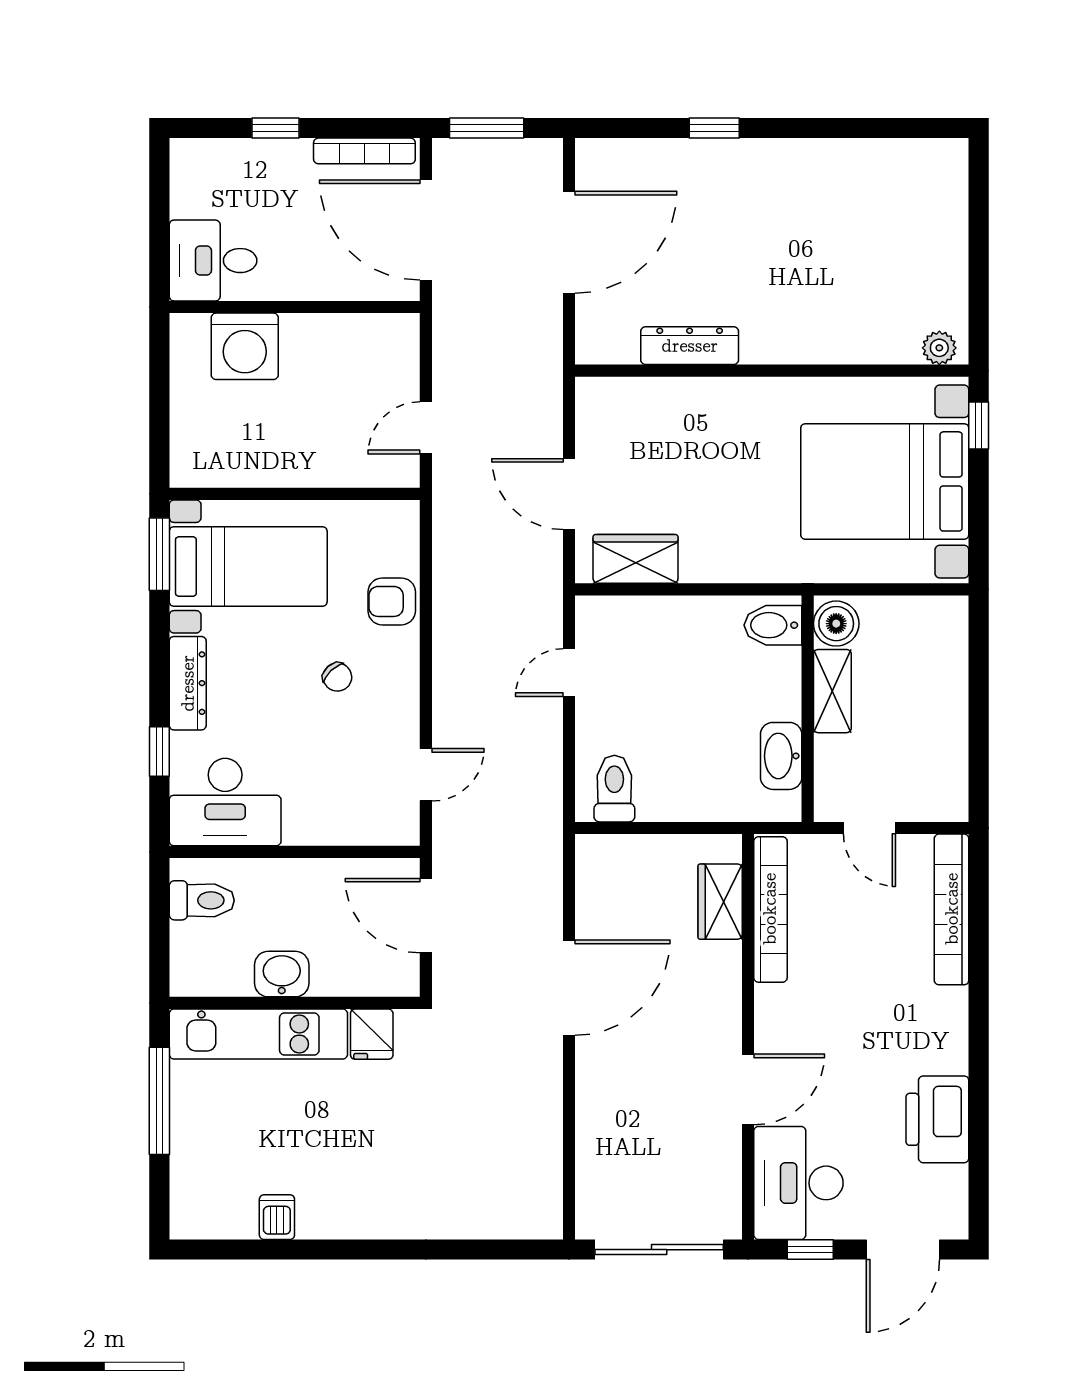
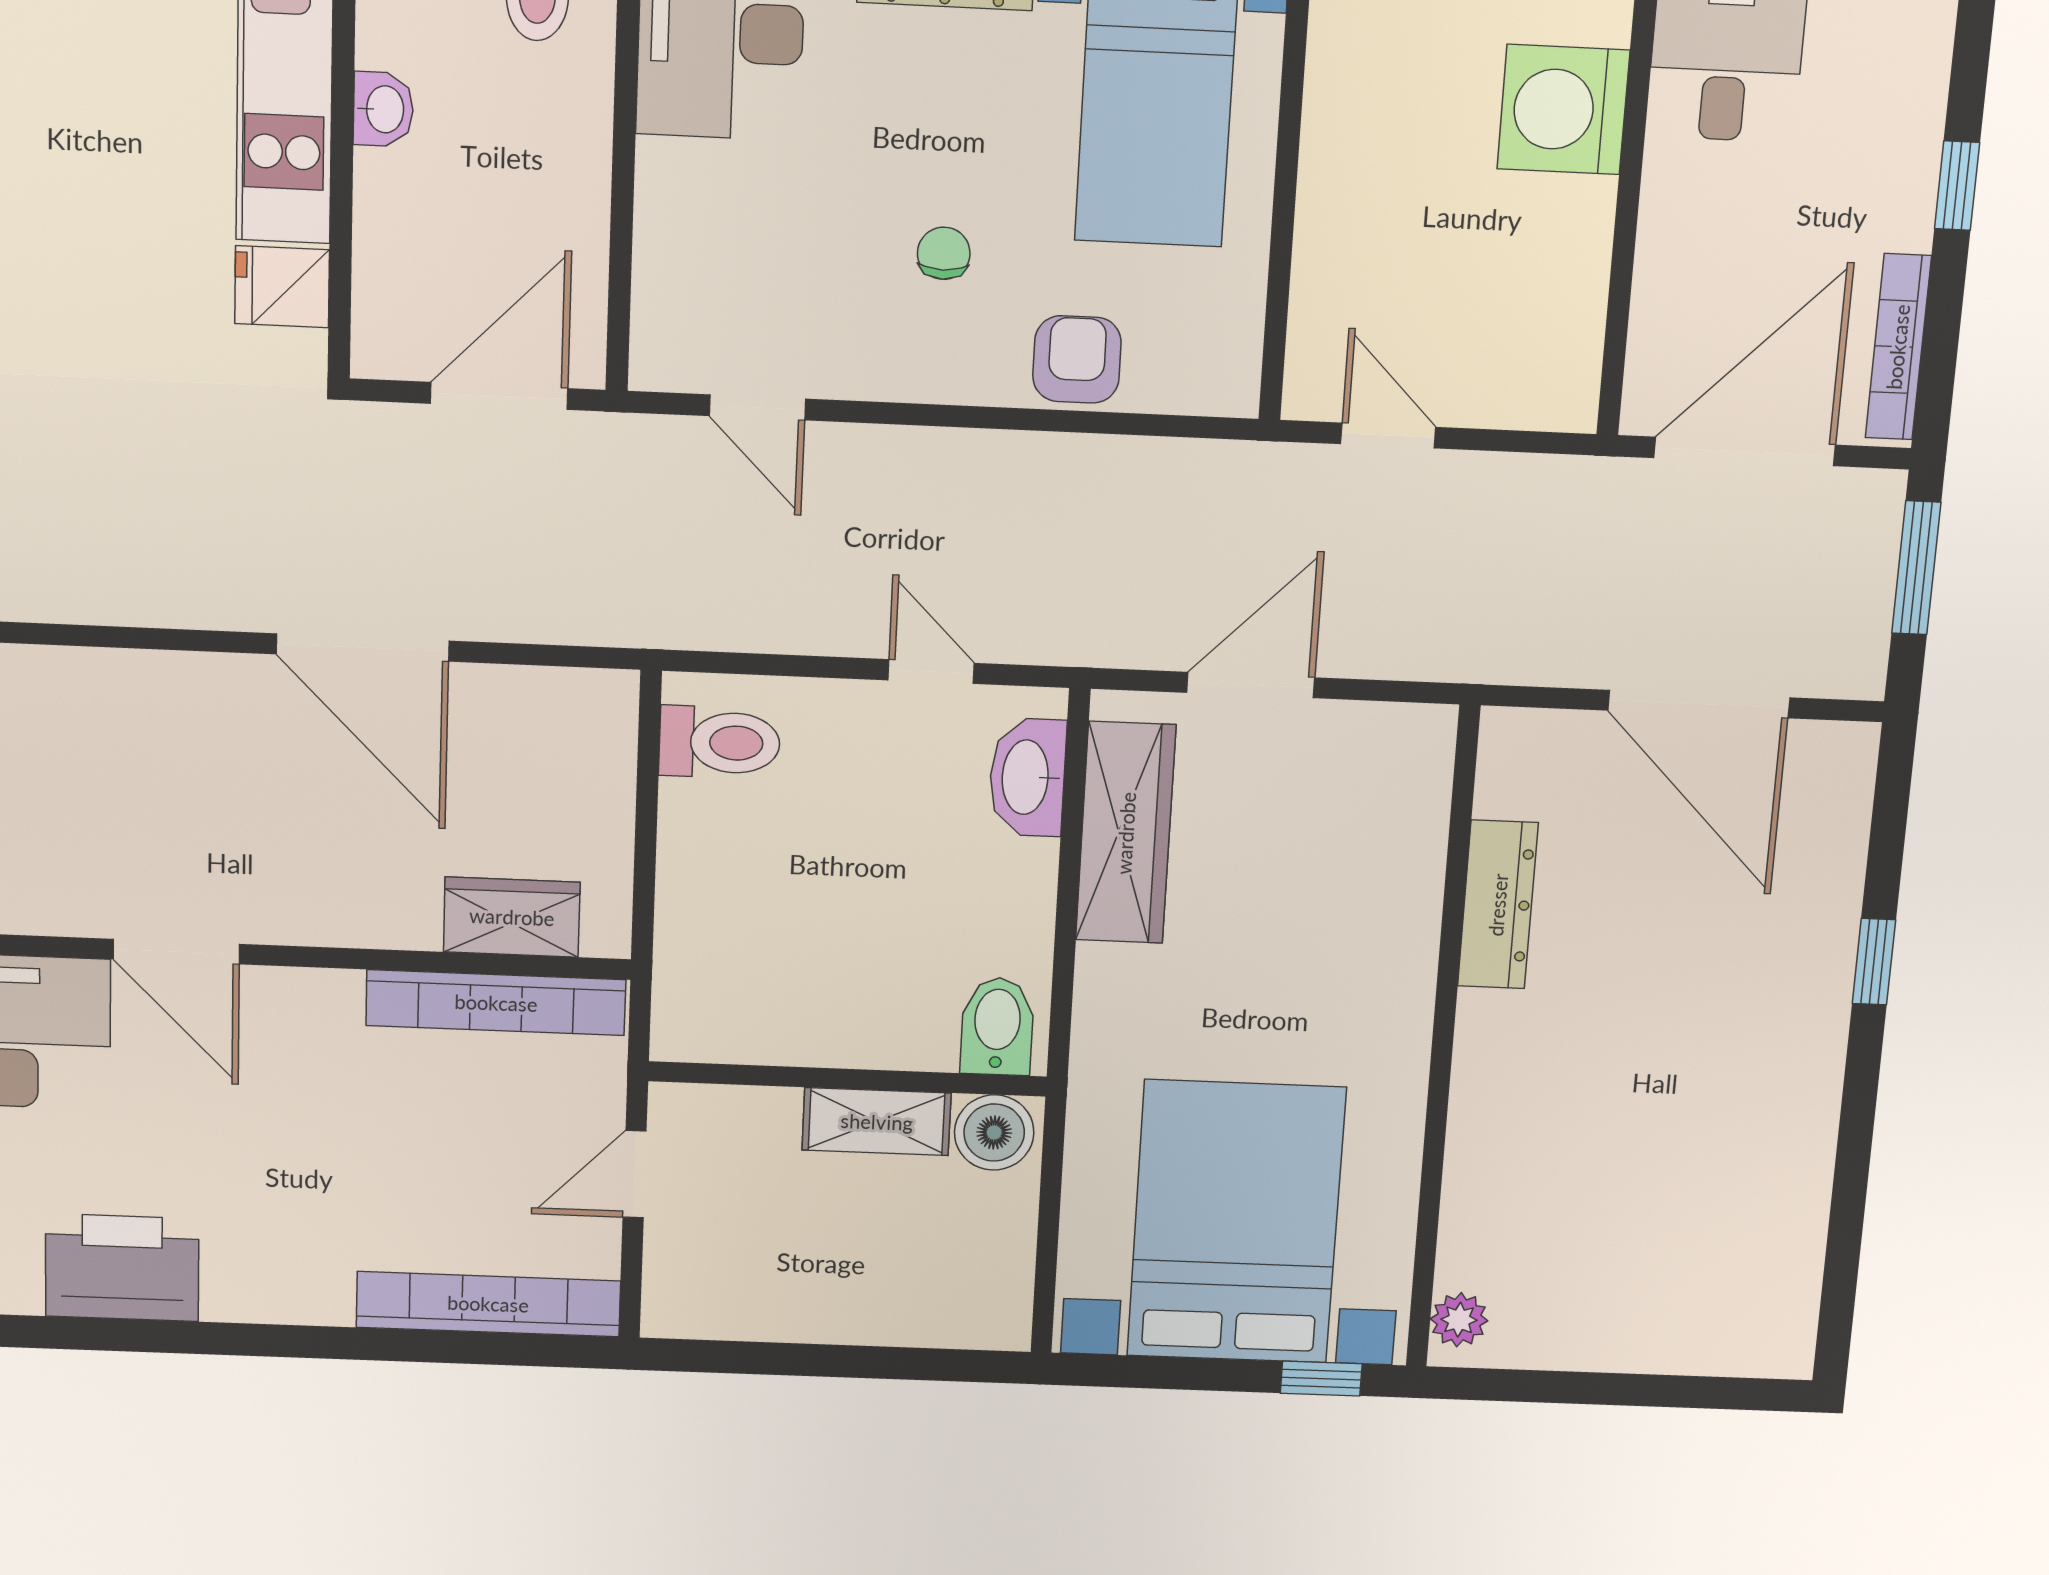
wardrobe: (636, 559) -> (1126, 833), width x1.50
chair: (337, 677) -> (944, 253), turned 133
washbasin: (781, 756) -> (1027, 777), moved, turned -90
washbasin: (282, 974) -> (383, 109), width x0.72, depth x0.69

